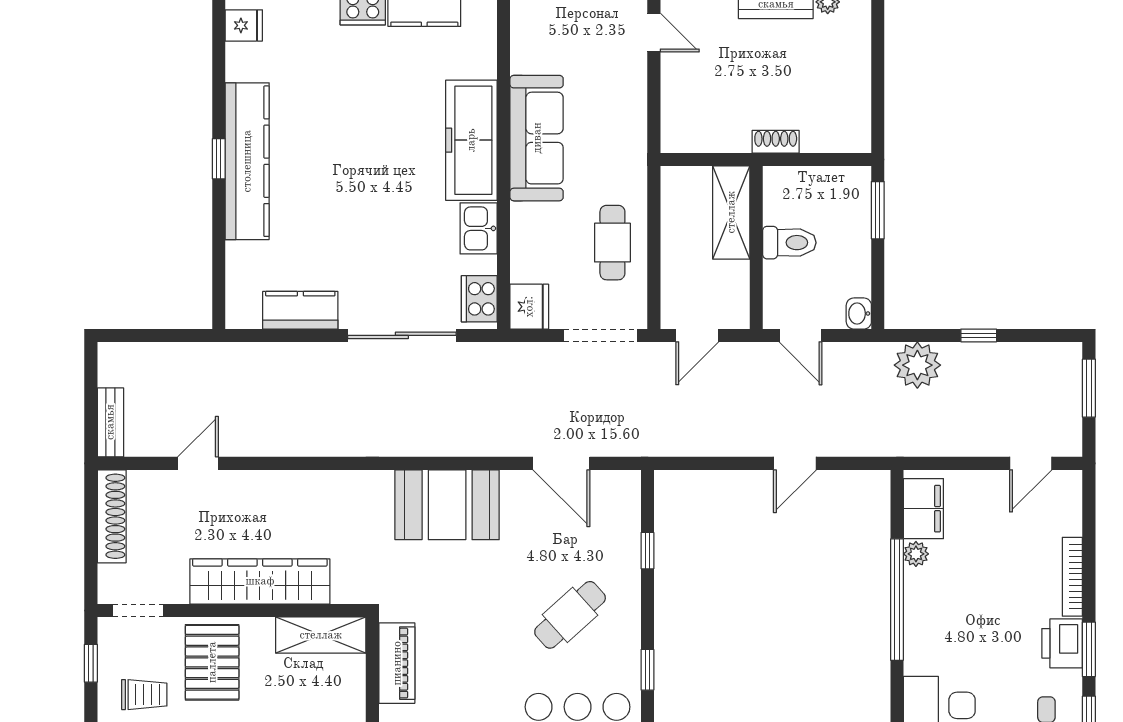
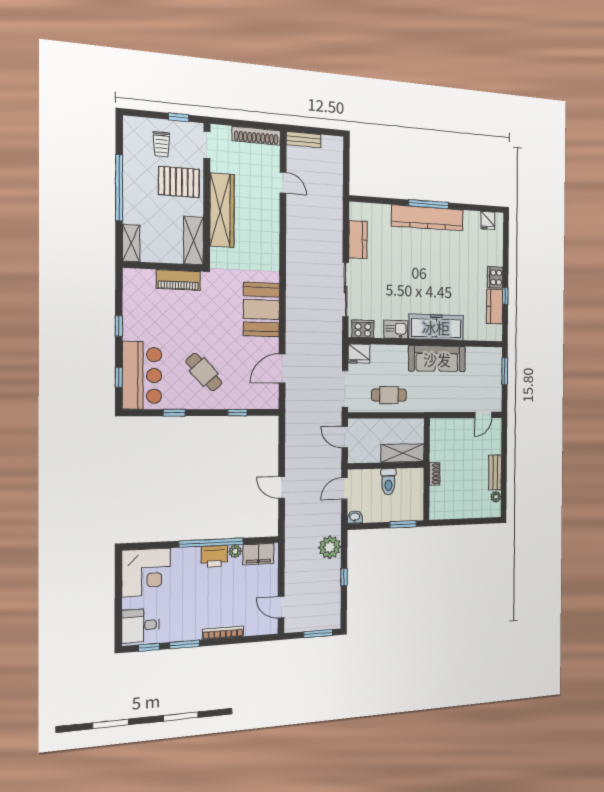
window: (219, 159) -> (429, 204), width x2.17
printer: (1062, 643) -> (214, 556), moved, turned 180

